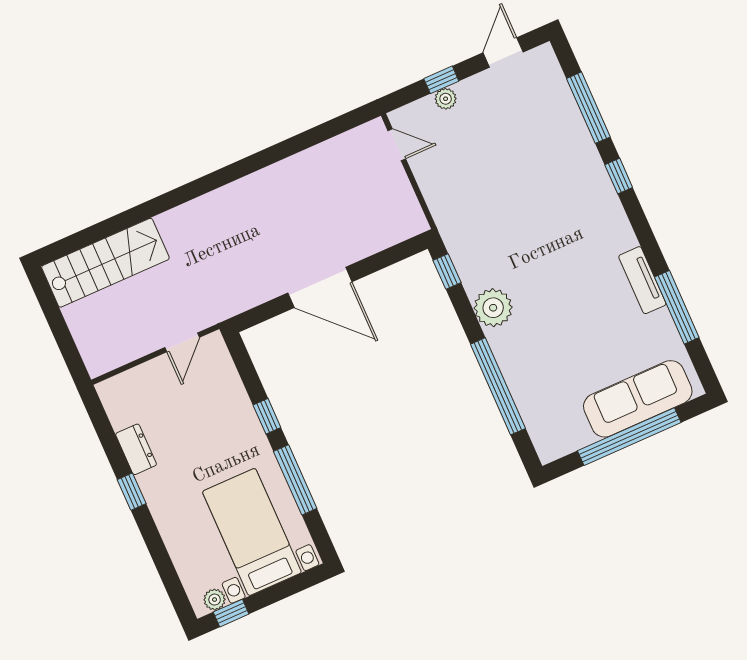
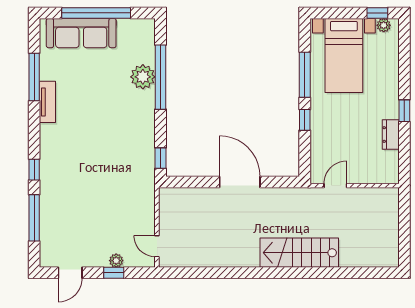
stairs: (105, 263) -> (299, 253), moved
plant: (493, 308) -> (143, 77), moved

